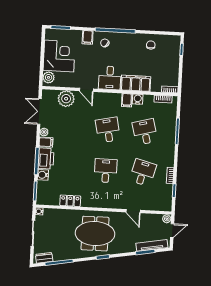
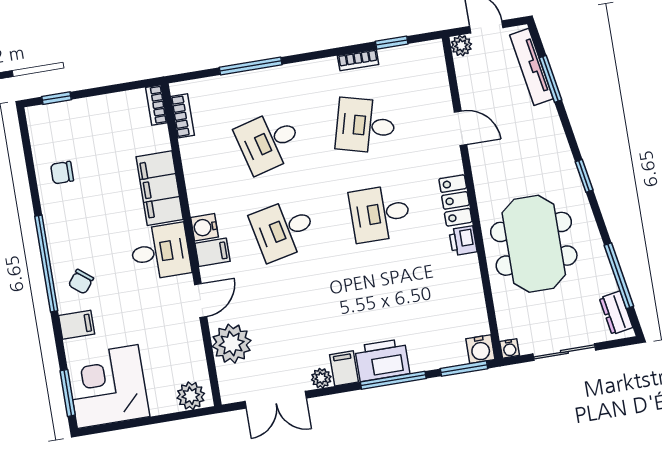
corner desk: (59, 56) -> (108, 386), moved
water cooler: (138, 99) -> (204, 227), moved
filing cabinet: (127, 100) -> (212, 252), moved
water cooler: (43, 175) -> (480, 349), moved
locker: (70, 201) -> (455, 200), moved
printer: (87, 202) -> (463, 241), added
door: (133, 211) -> (461, 128), hinge flipped
meeting table: (95, 234) -> (534, 244), moved

